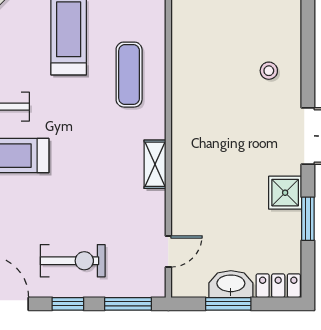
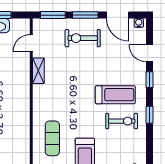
shelving: (155, 164) -> (38, 71), moved
window: (68, 304) -> (85, 15), width x1.50

